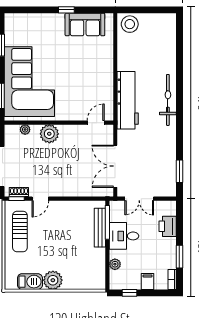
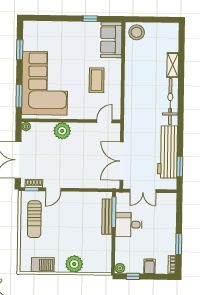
window: (66, 10) -> (90, 19), moved
sofa: (85, 25) -> (111, 40), moved, turned 90
shelving: (170, 60) -> (173, 65), added
coffee table: (86, 78) -> (97, 80), added
workbench: (128, 100) -> (168, 152), moved, turned 180
plant: (25, 130) -> (26, 126), moved
printer: (168, 226) -> (168, 216), removed
plant: (115, 264) -> (120, 268), moved
plant: (53, 280) -> (74, 264), moved

